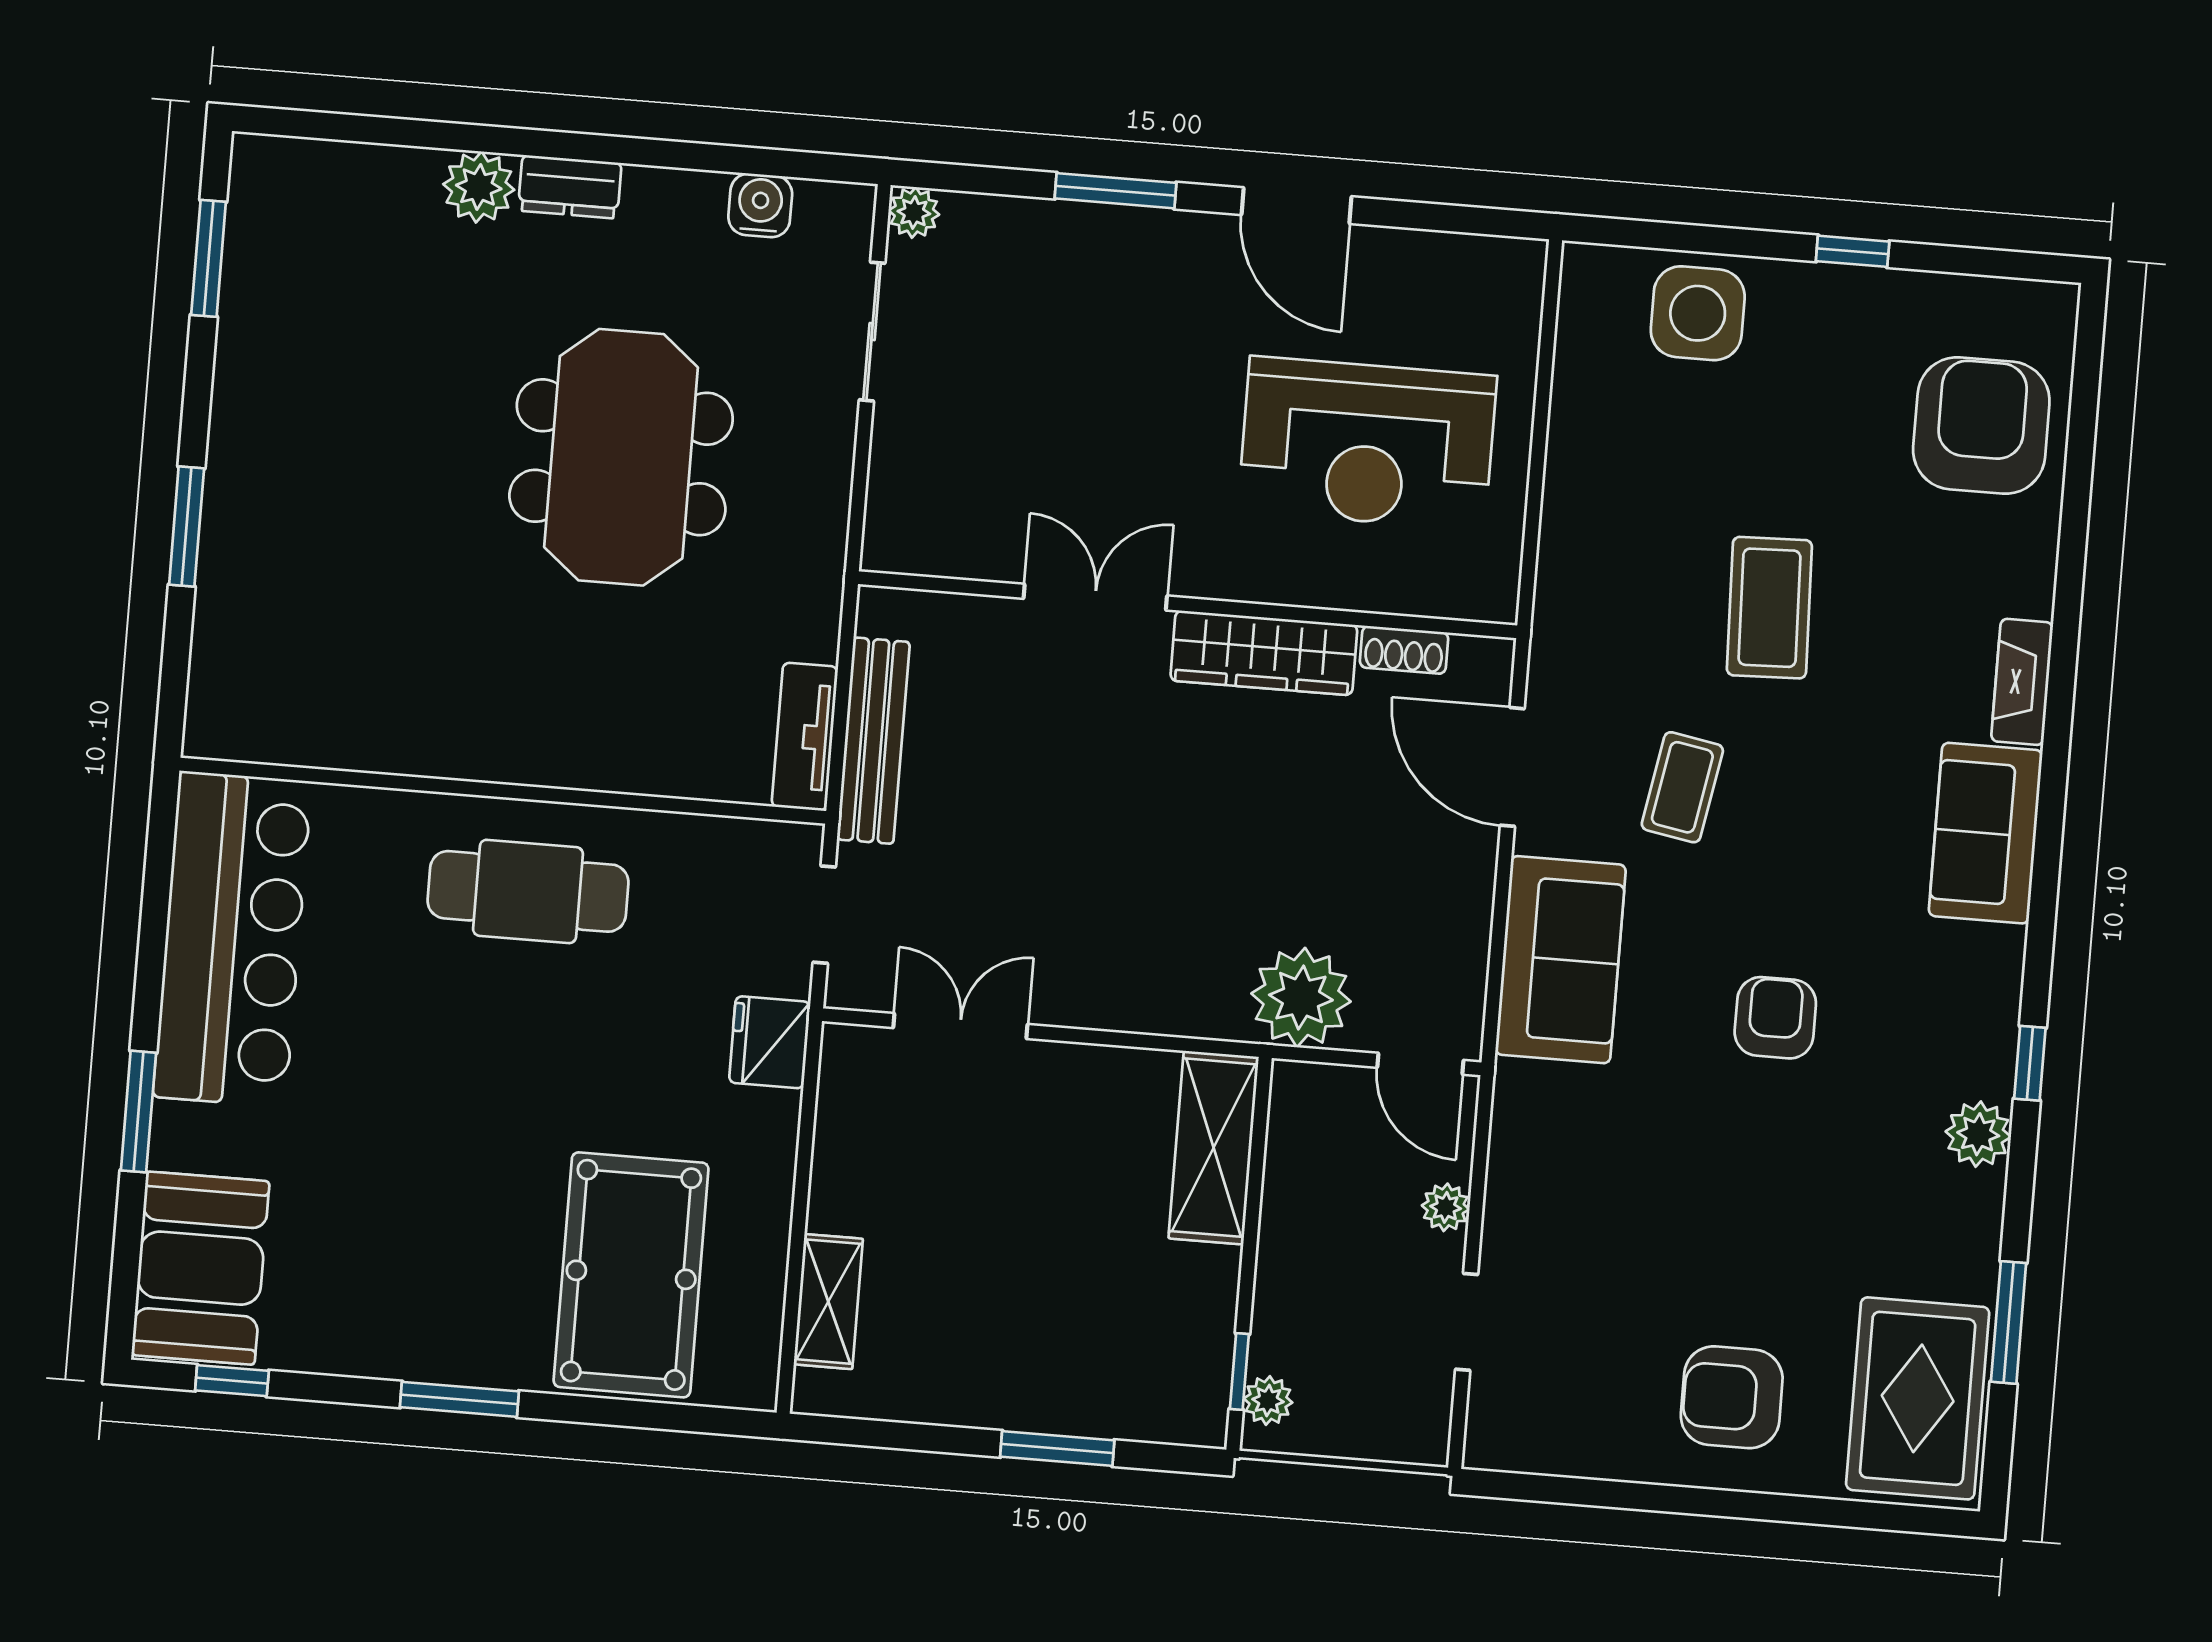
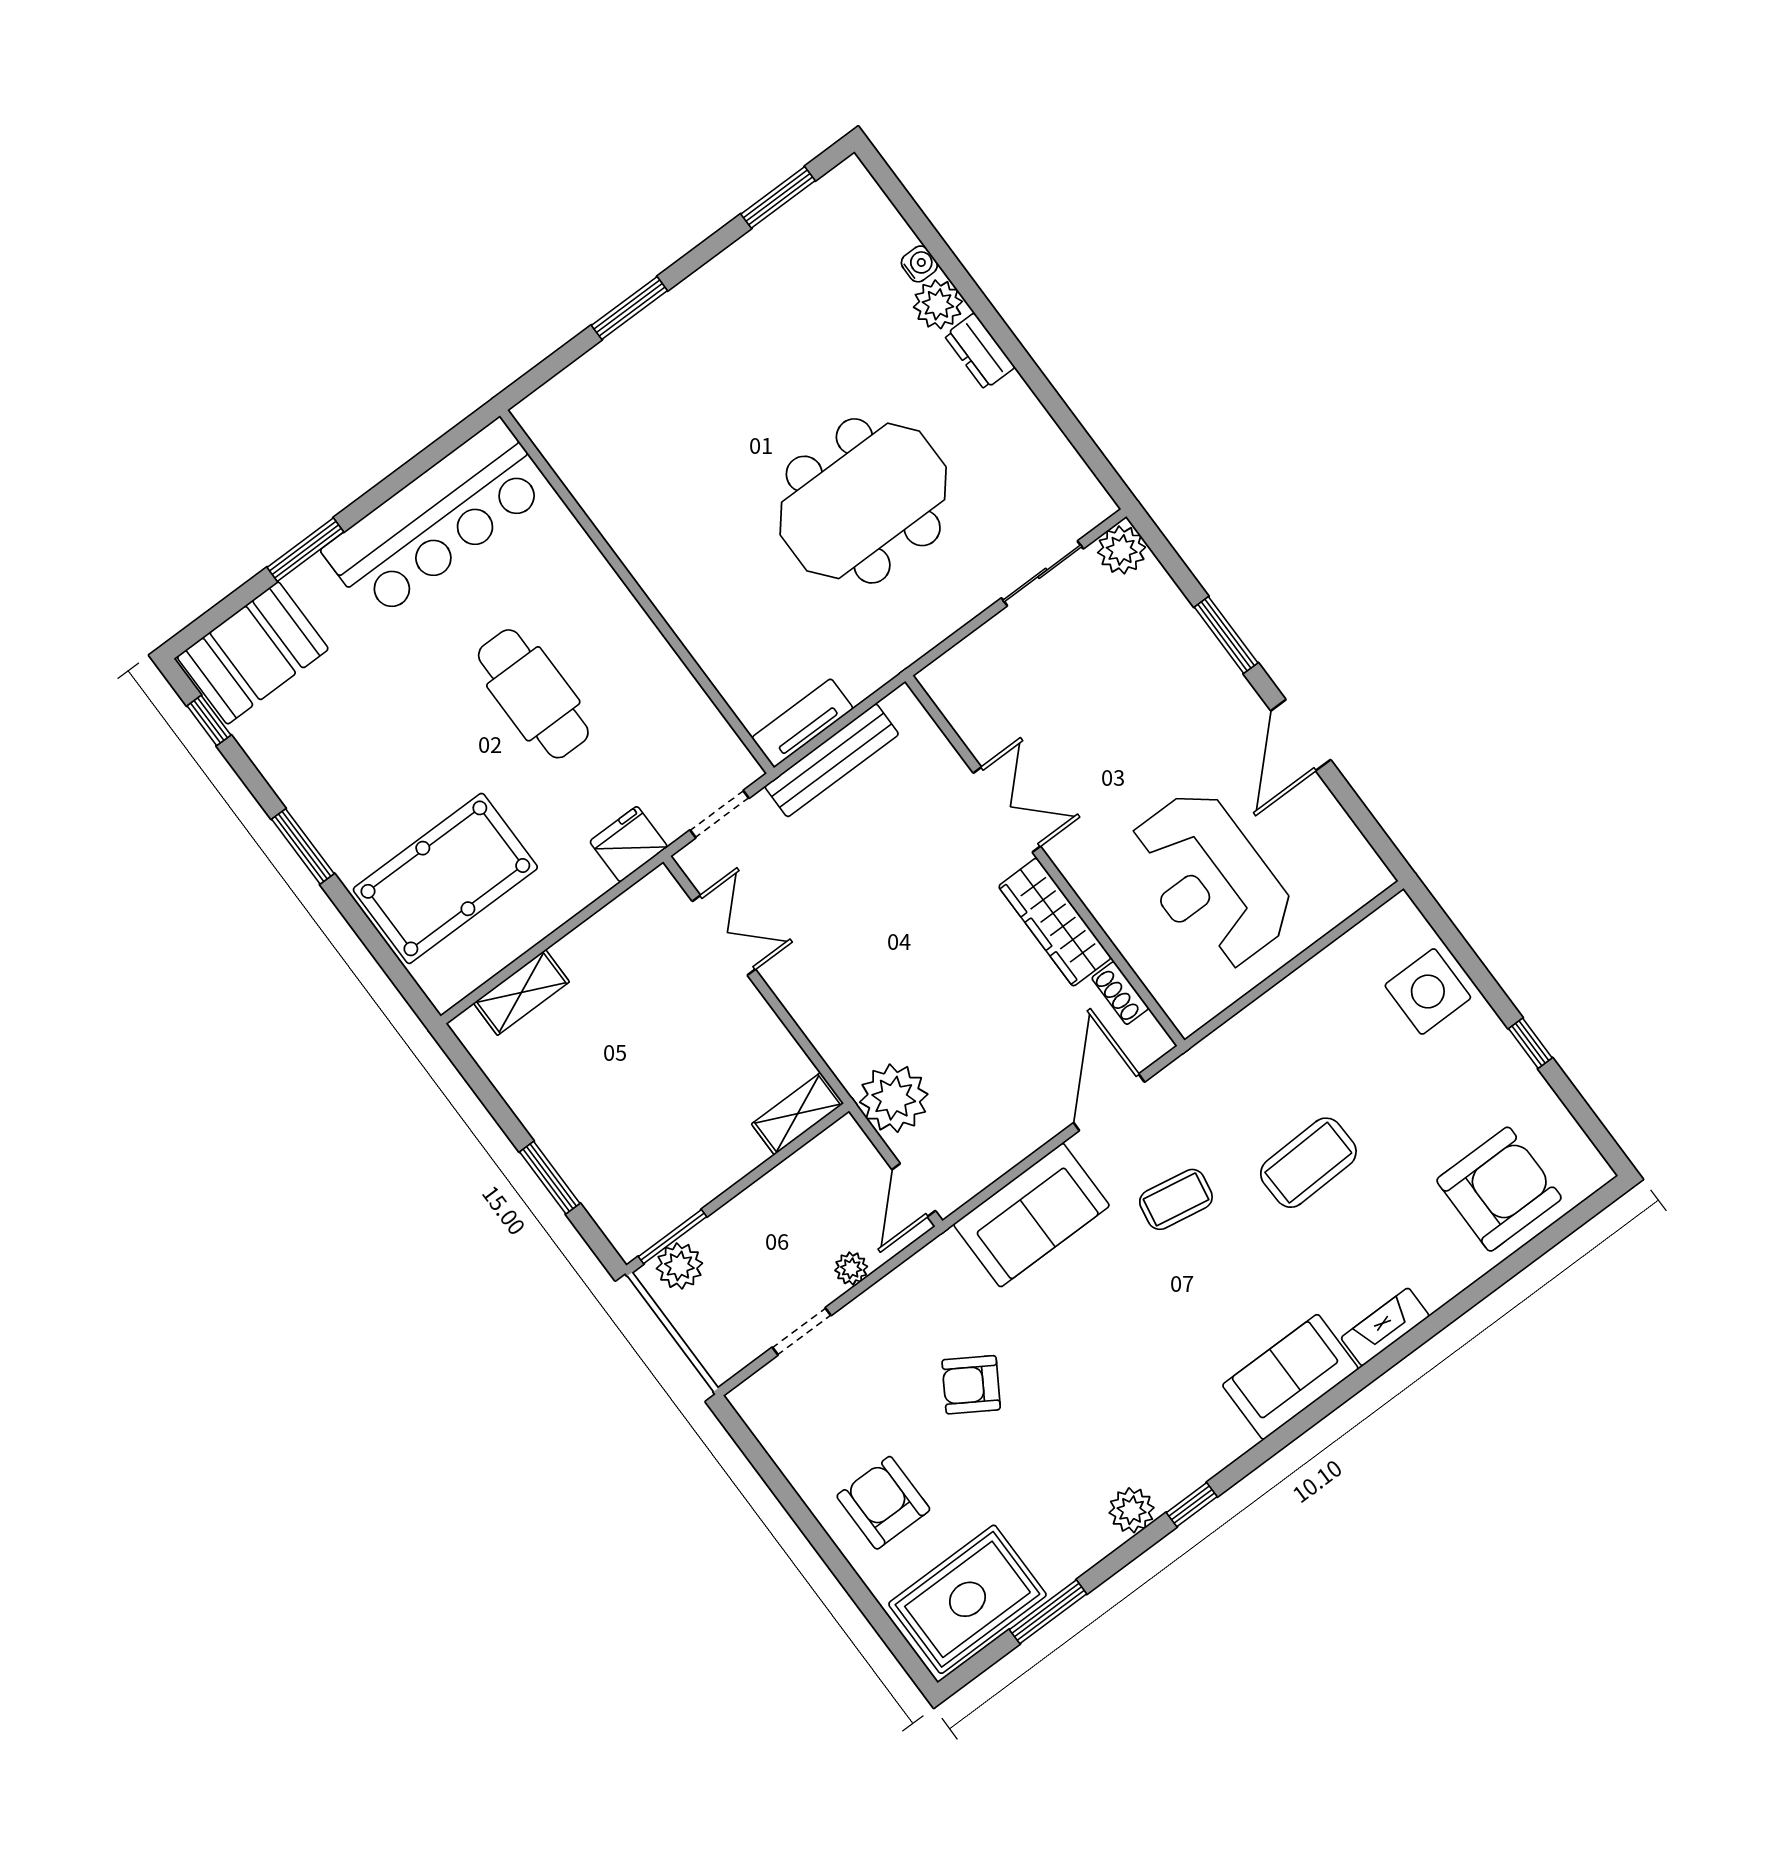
water cooler: (760, 205) -> (919, 264), moved, width x0.72, depth x0.72
plant: (914, 212) -> (1122, 550), width x1.38, depth x1.38
cafe table: (528, 891) -> (533, 694), moved
armchair: (1775, 1018) -> (971, 1385), moved, turned -148
shelving: (1214, 1148) -> (798, 1114), width x0.67, depth x0.75
window: (1239, 1372) -> (672, 1237), width x1.50
plant: (1268, 1400) -> (679, 1266), width x1.38, depth x1.38

